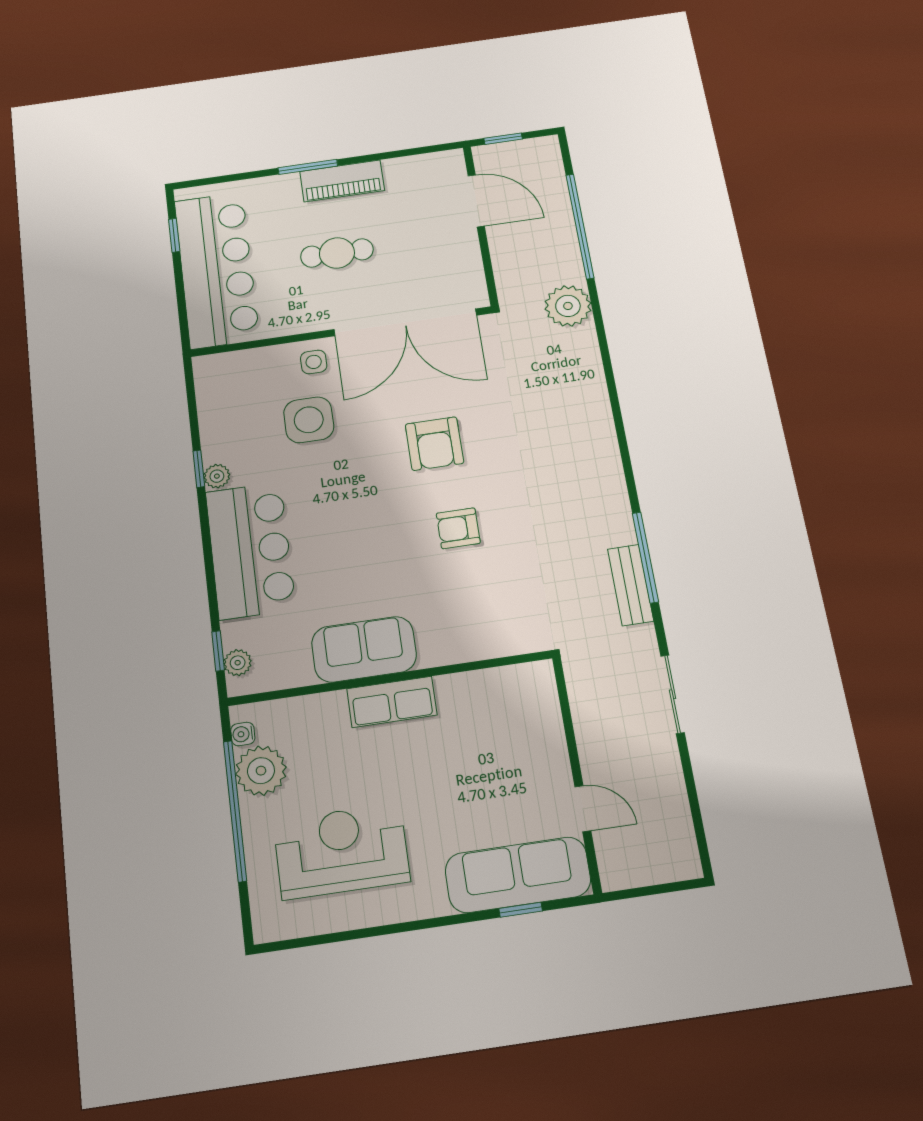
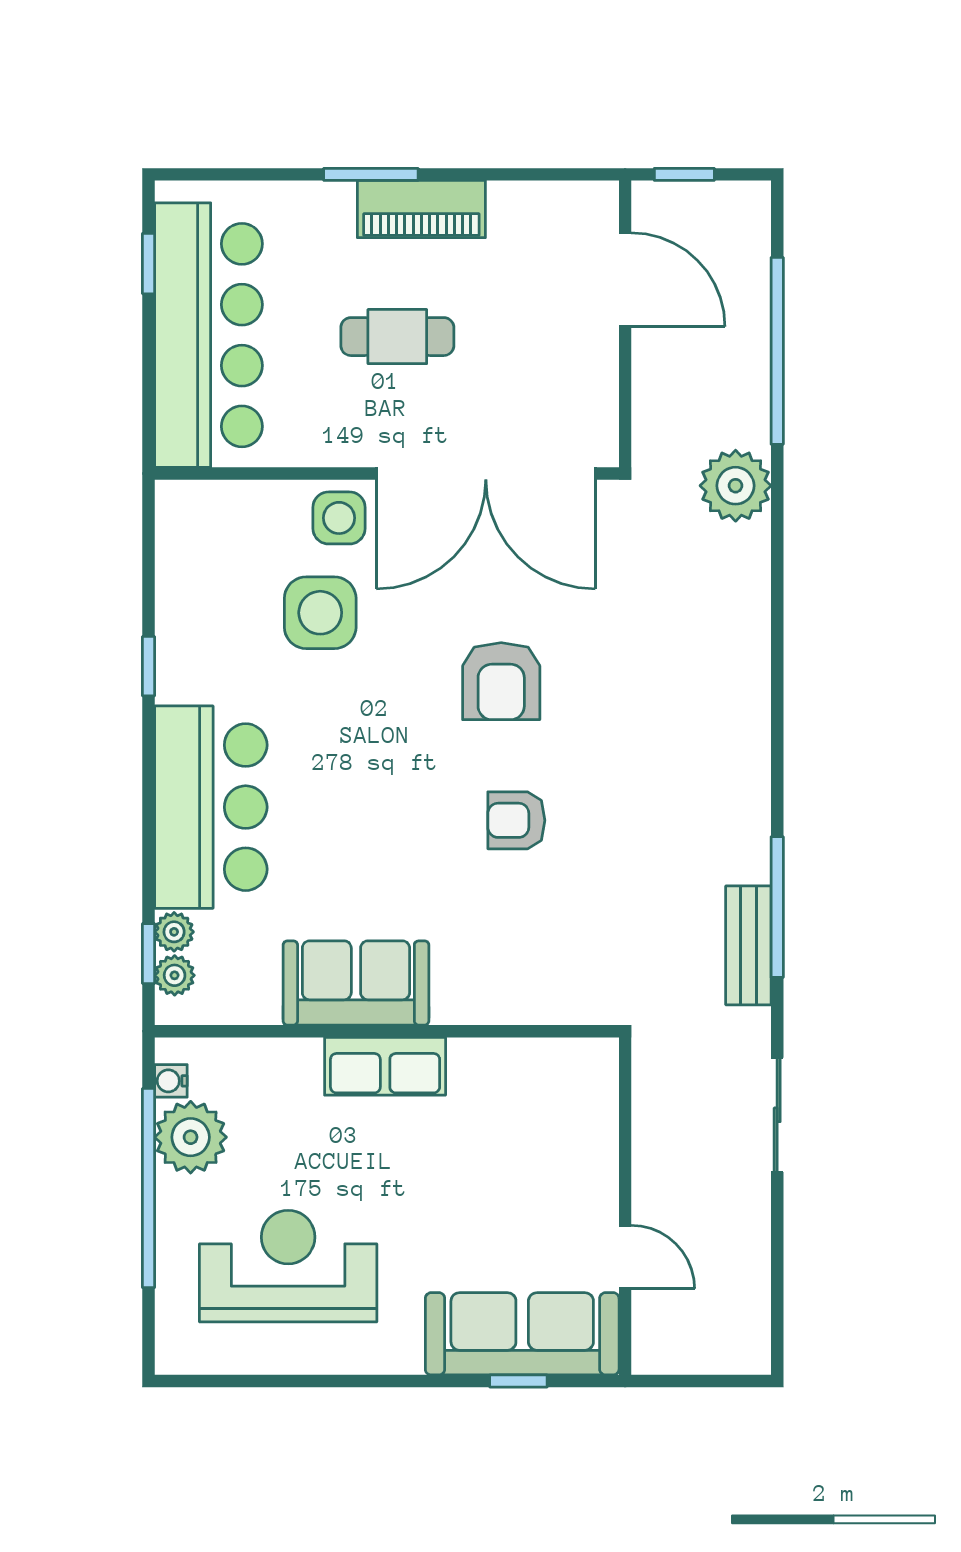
side table: (314, 362) -> (339, 518), width x1.37, depth x1.37
plant: (217, 476) -> (174, 932), moved

